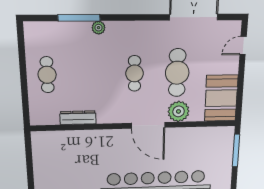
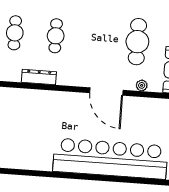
cafe table: (135, 73) -> (56, 36), moved
plant: (179, 111) -> (142, 85), width x0.53, depth x0.53

